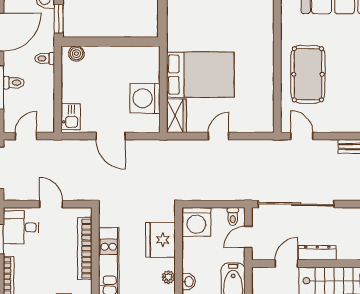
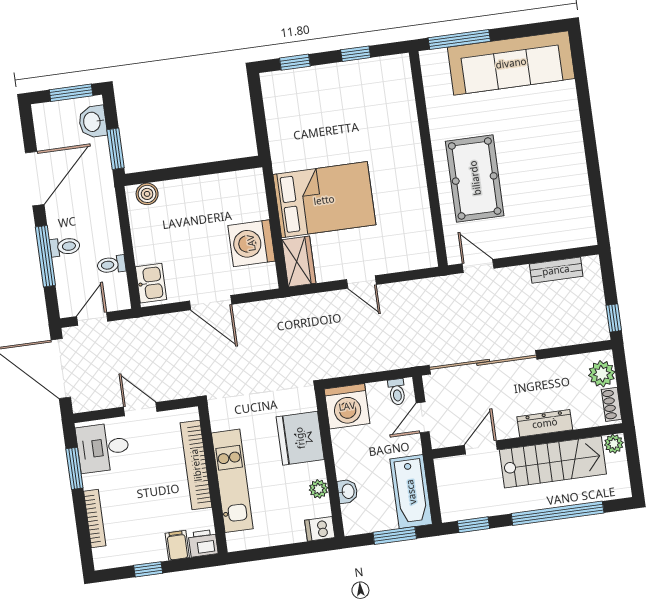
toilet: (45, 58) -> (111, 265), moved
door: (218, 136) -> (361, 282), swing flipped
dresser: (317, 253) -> (545, 423), moved

